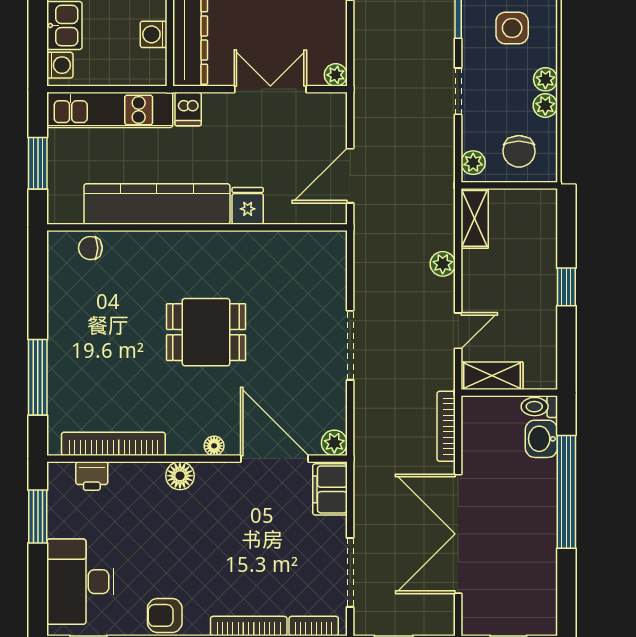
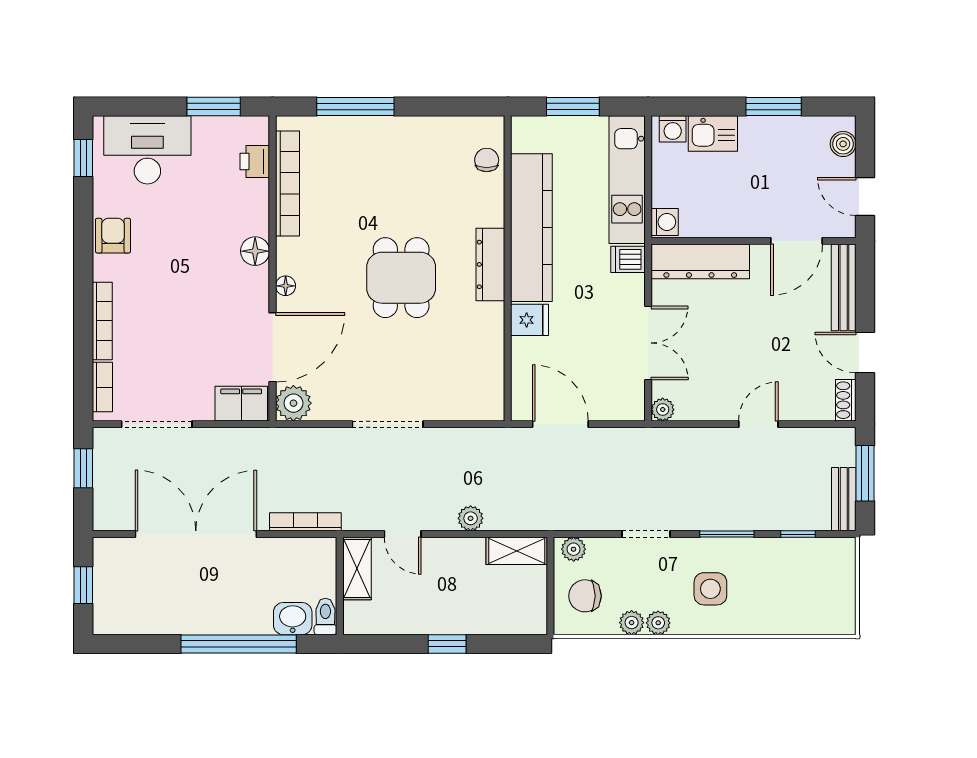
washing machine: (154, 34) -> (665, 222), moved, turned 90
dresser: (193, 244) -> (490, 264), added
plant: (334, 443) -> (293, 403), width x1.38, depth x1.38

